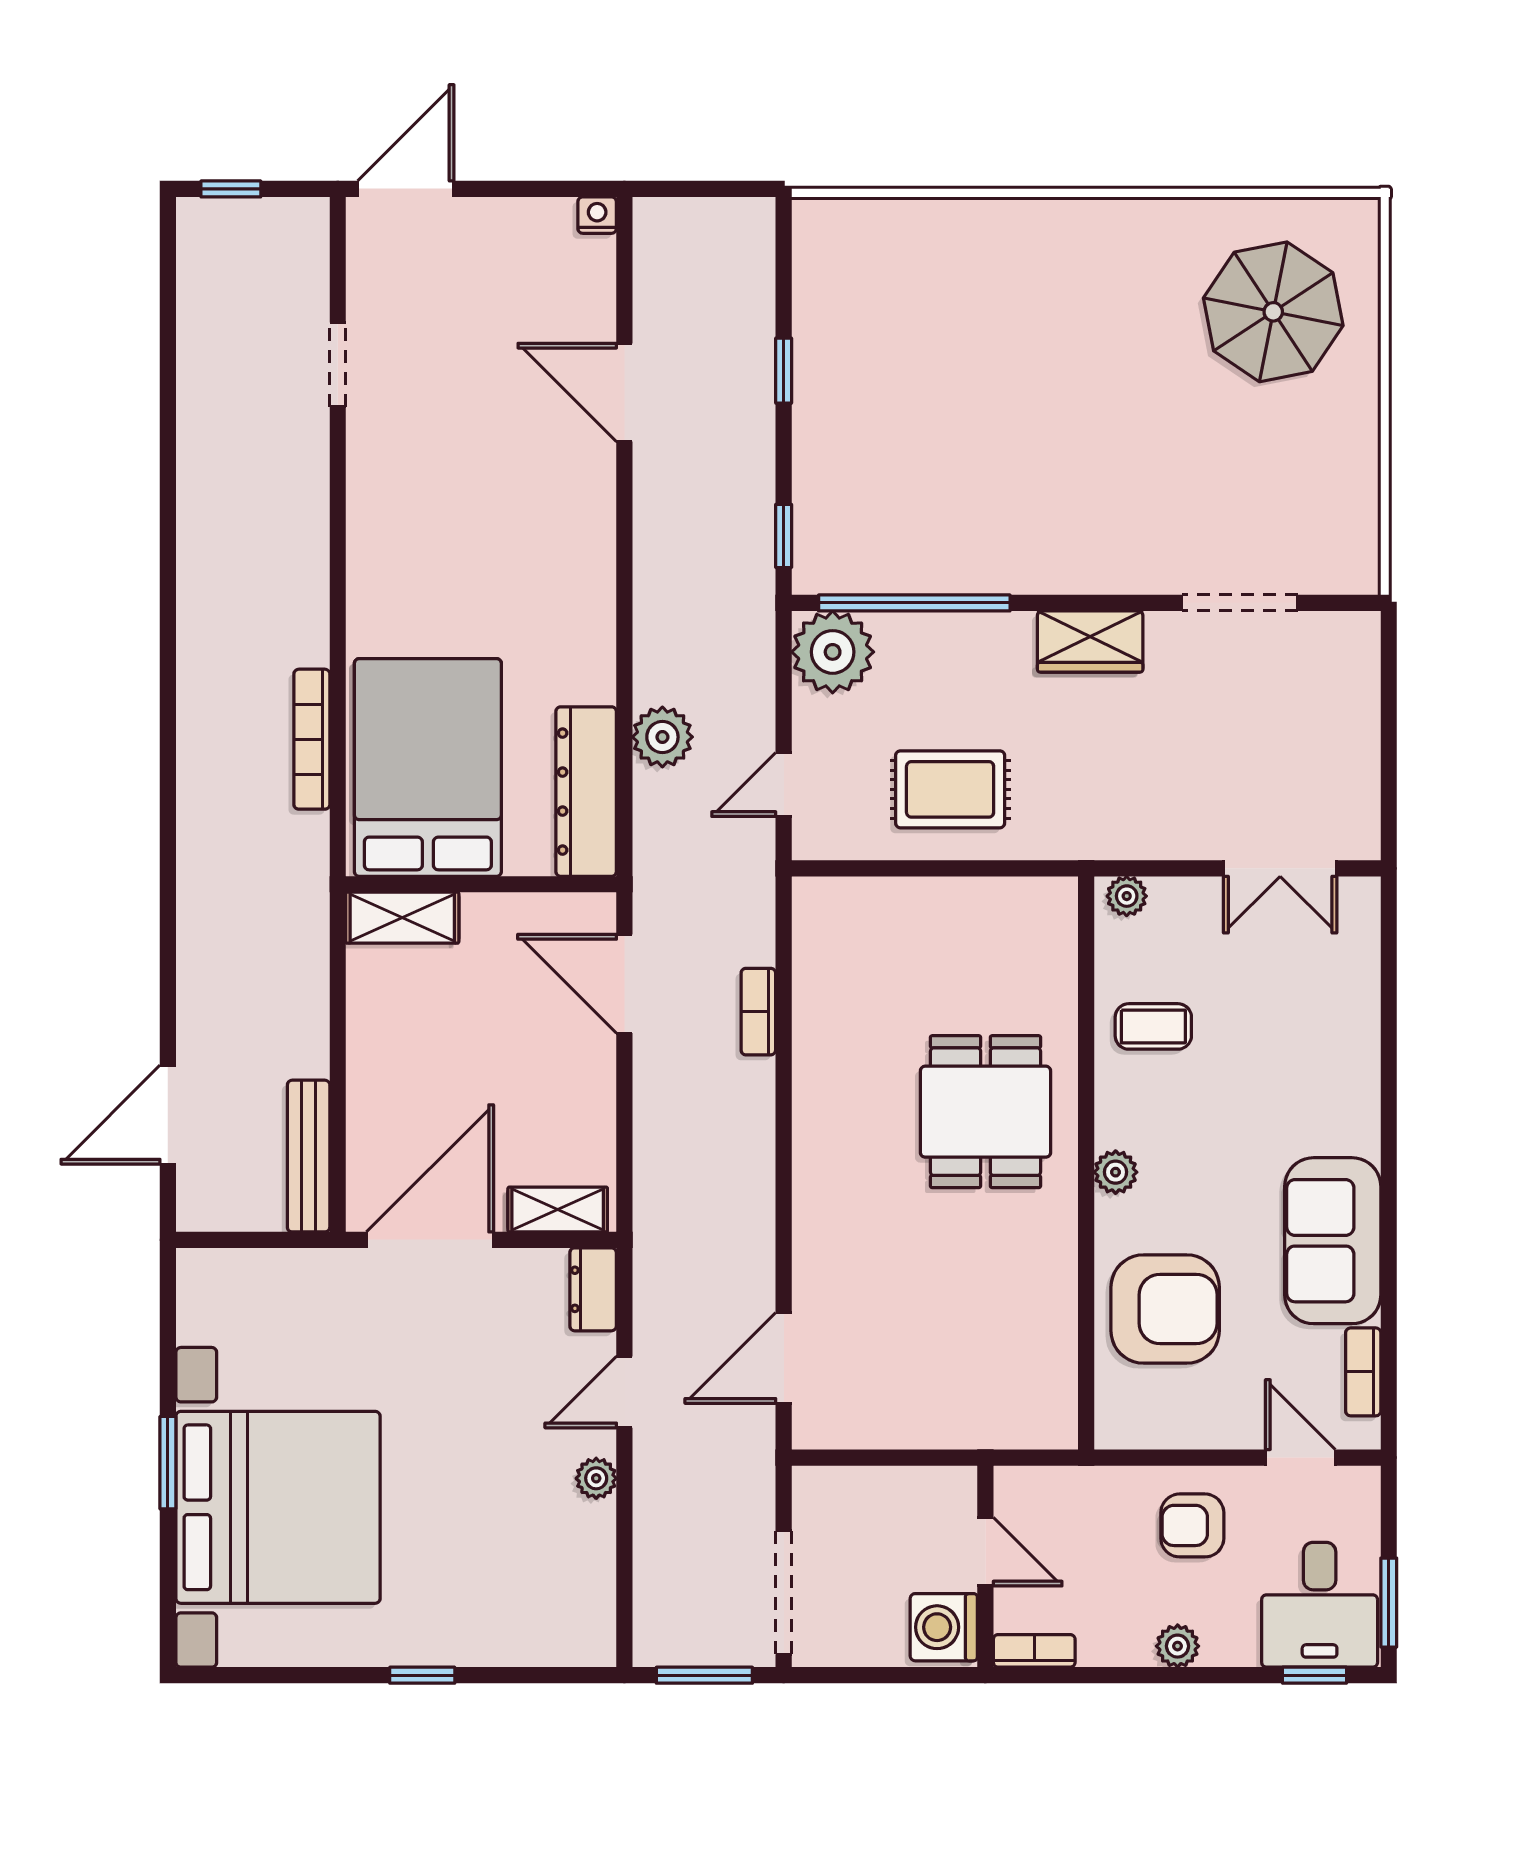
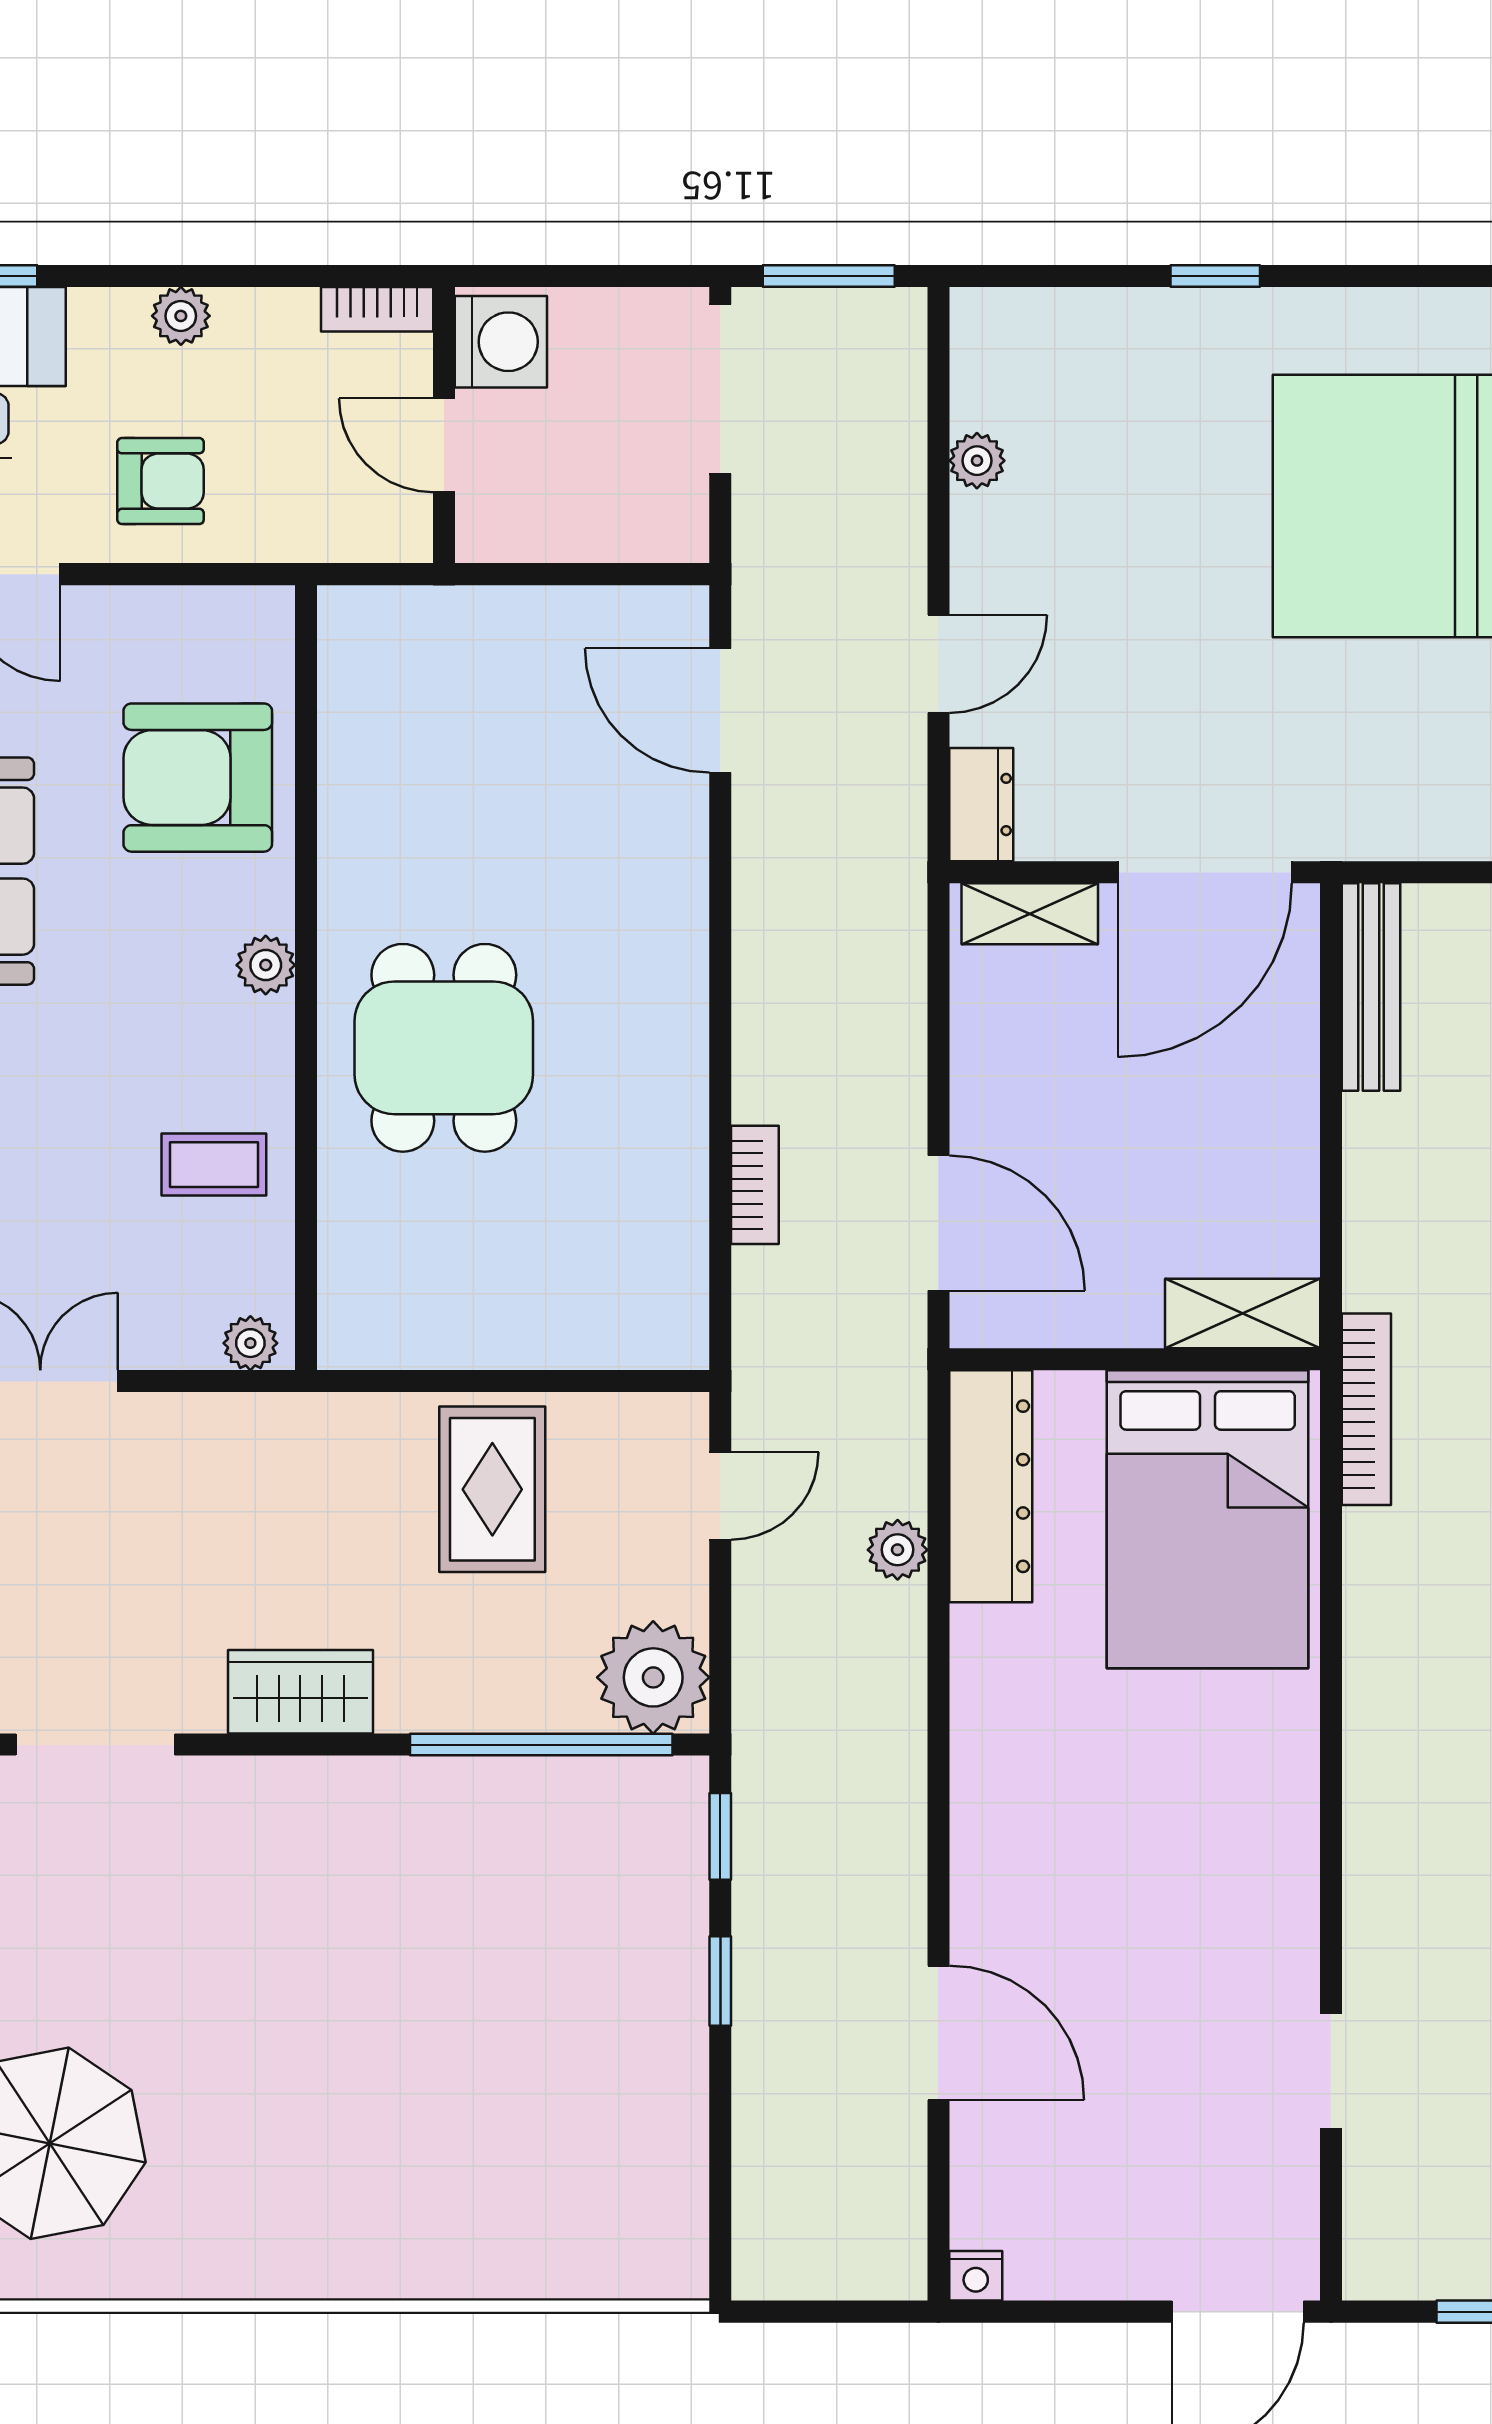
window: (784, 371) -> (720, 1981), moved
plant: (662, 737) -> (898, 1550), width x0.73, depth x0.73
bookcase: (312, 739) -> (1366, 1409), moved
rug: (950, 789) -> (492, 1489), turned 90
door: (784, 1358) -> (720, 711), swing flipped
plant: (596, 1478) -> (977, 461), moved

